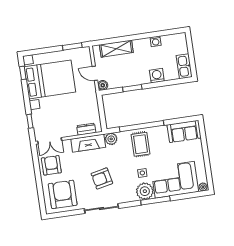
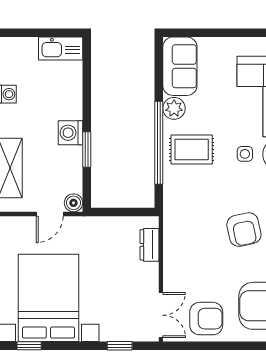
washing machine: (157, 76) -> (70, 133), moved
plant: (111, 139) -> (174, 108), moved
fireplace: (88, 143) -> (176, 245), removed
armchair: (51, 165) -> (206, 319), turned 180

